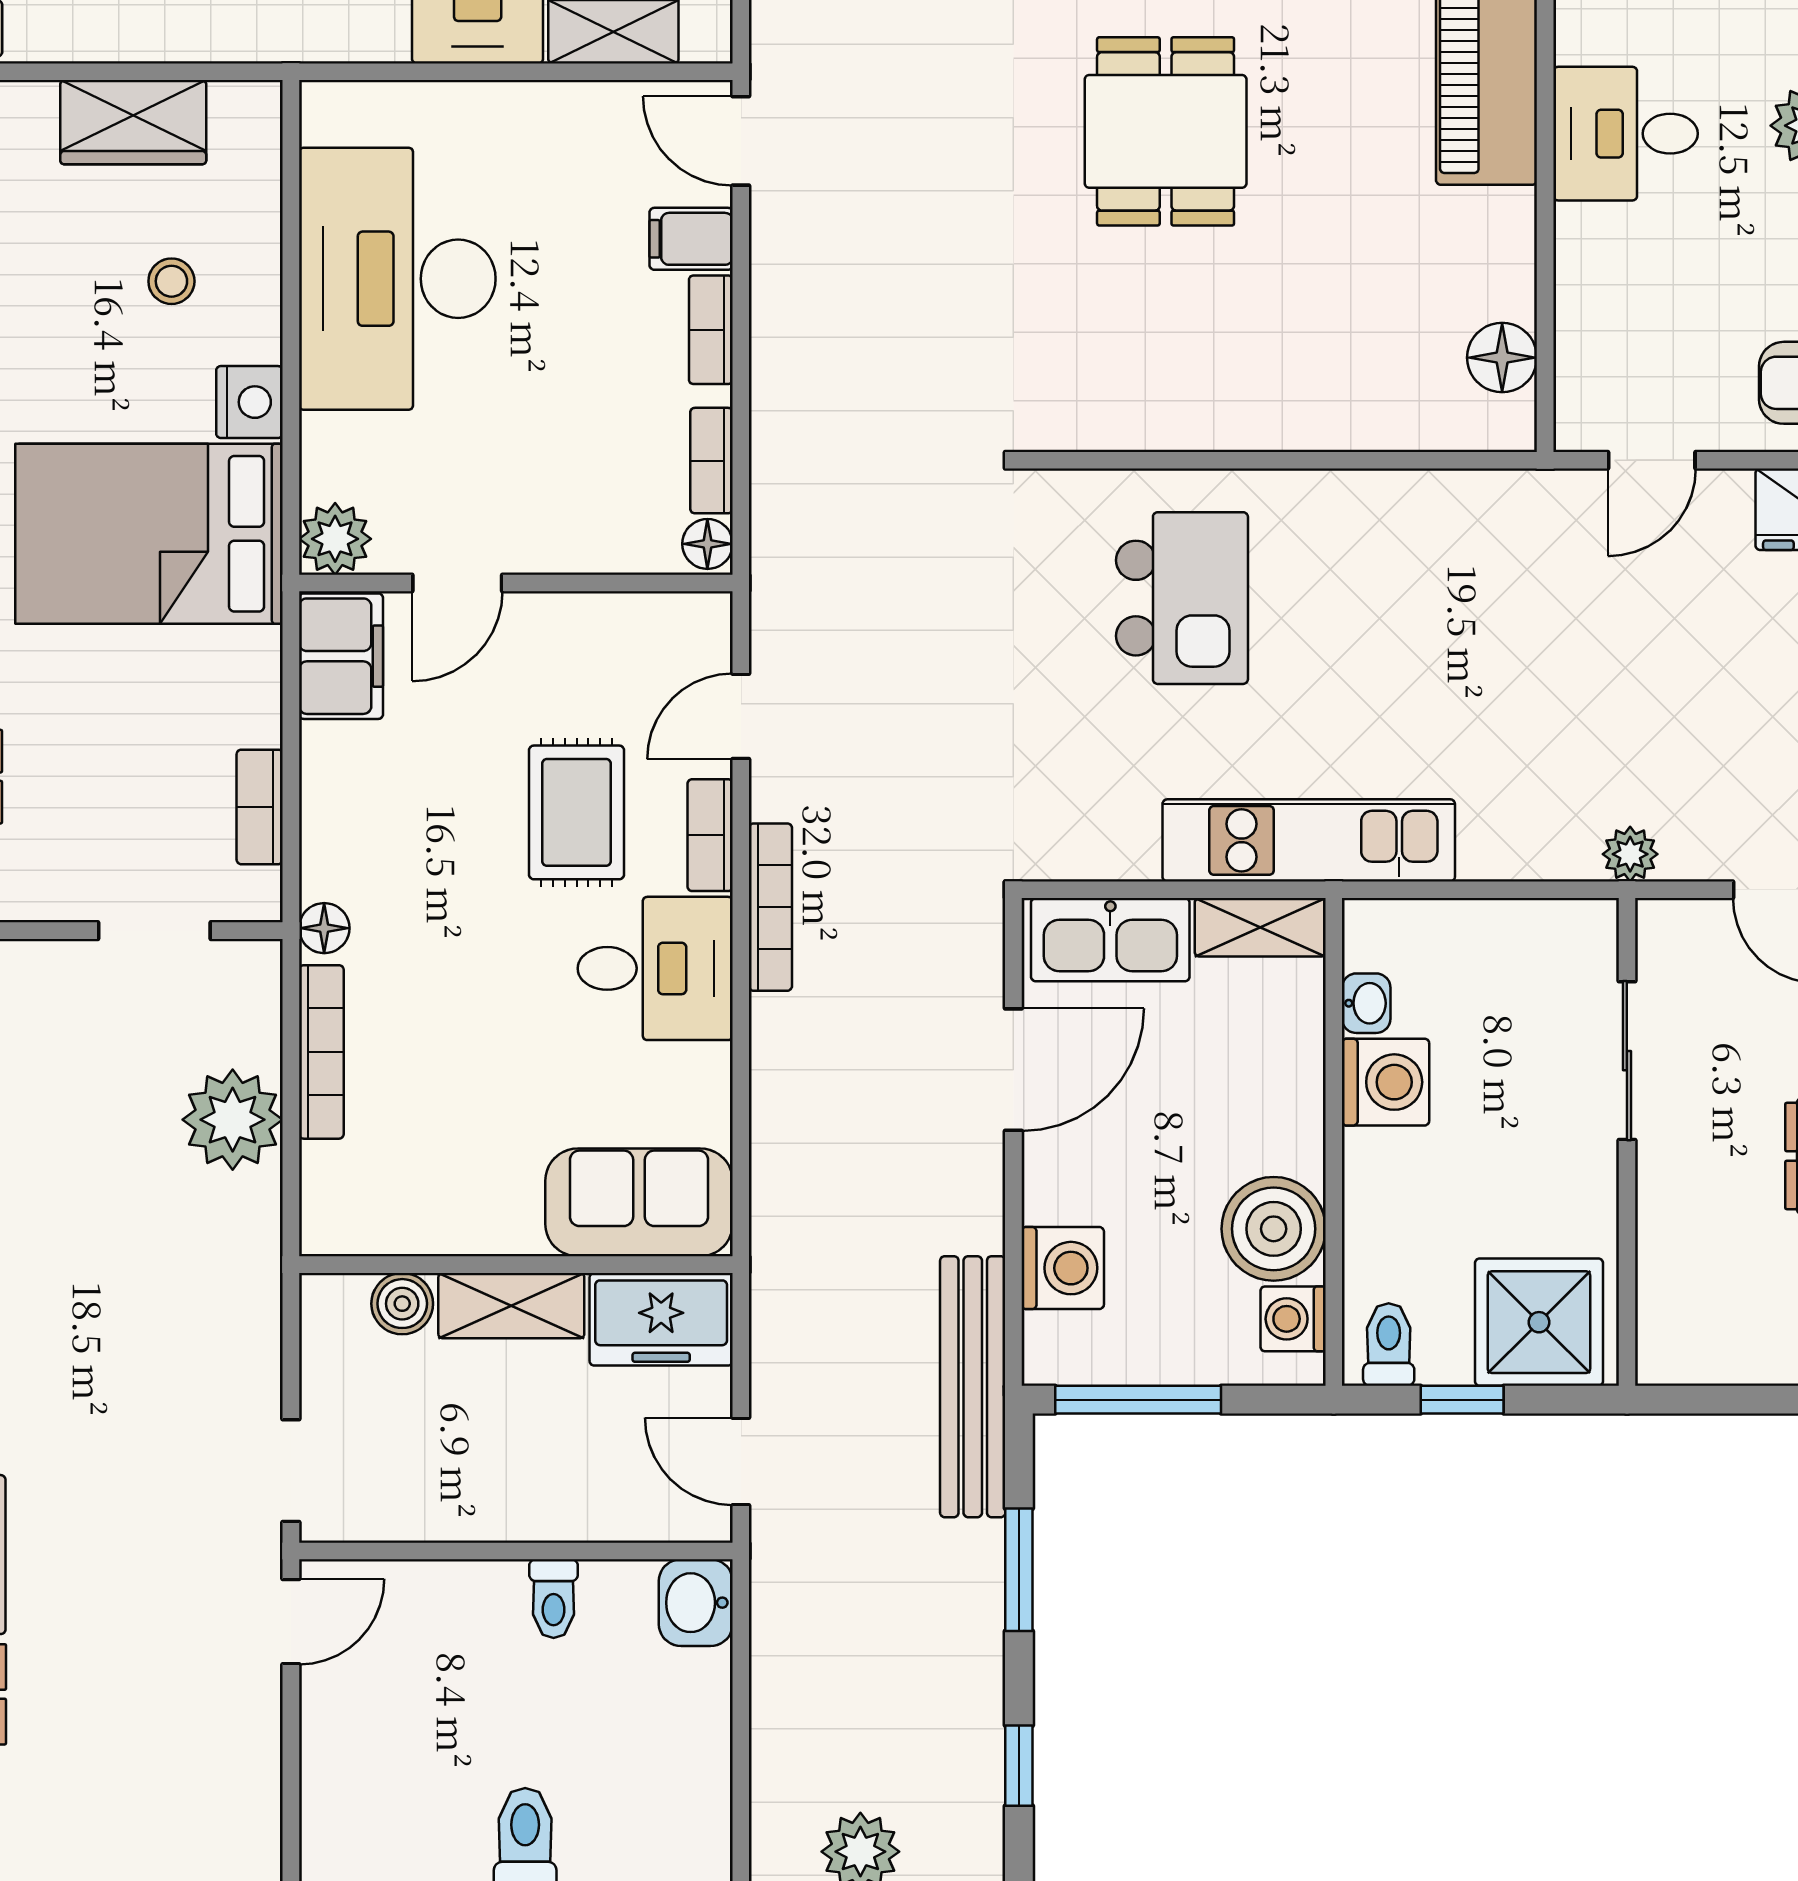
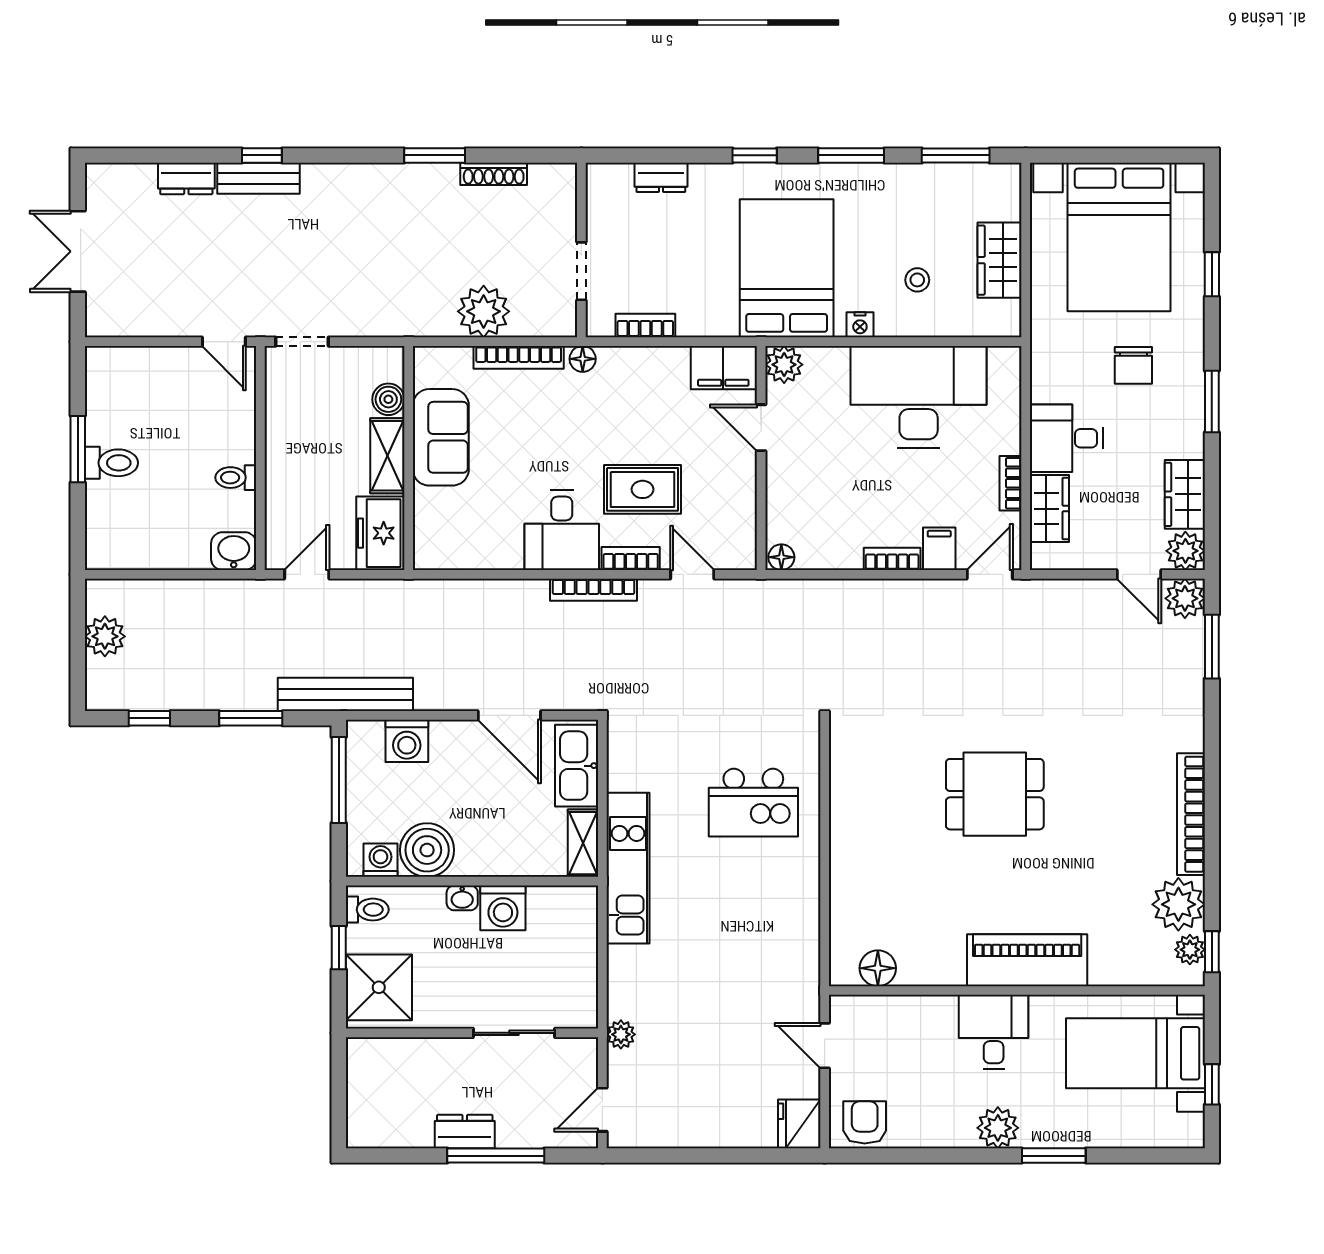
nightstand: (249, 402) -> (860, 325), width x0.72, depth x0.74
bookcase: (711, 461) -> (1010, 483), moved, turned -90
washbasin: (1366, 1003) -> (462, 898), moved
sofa: (639, 1202) -> (441, 437), moved

